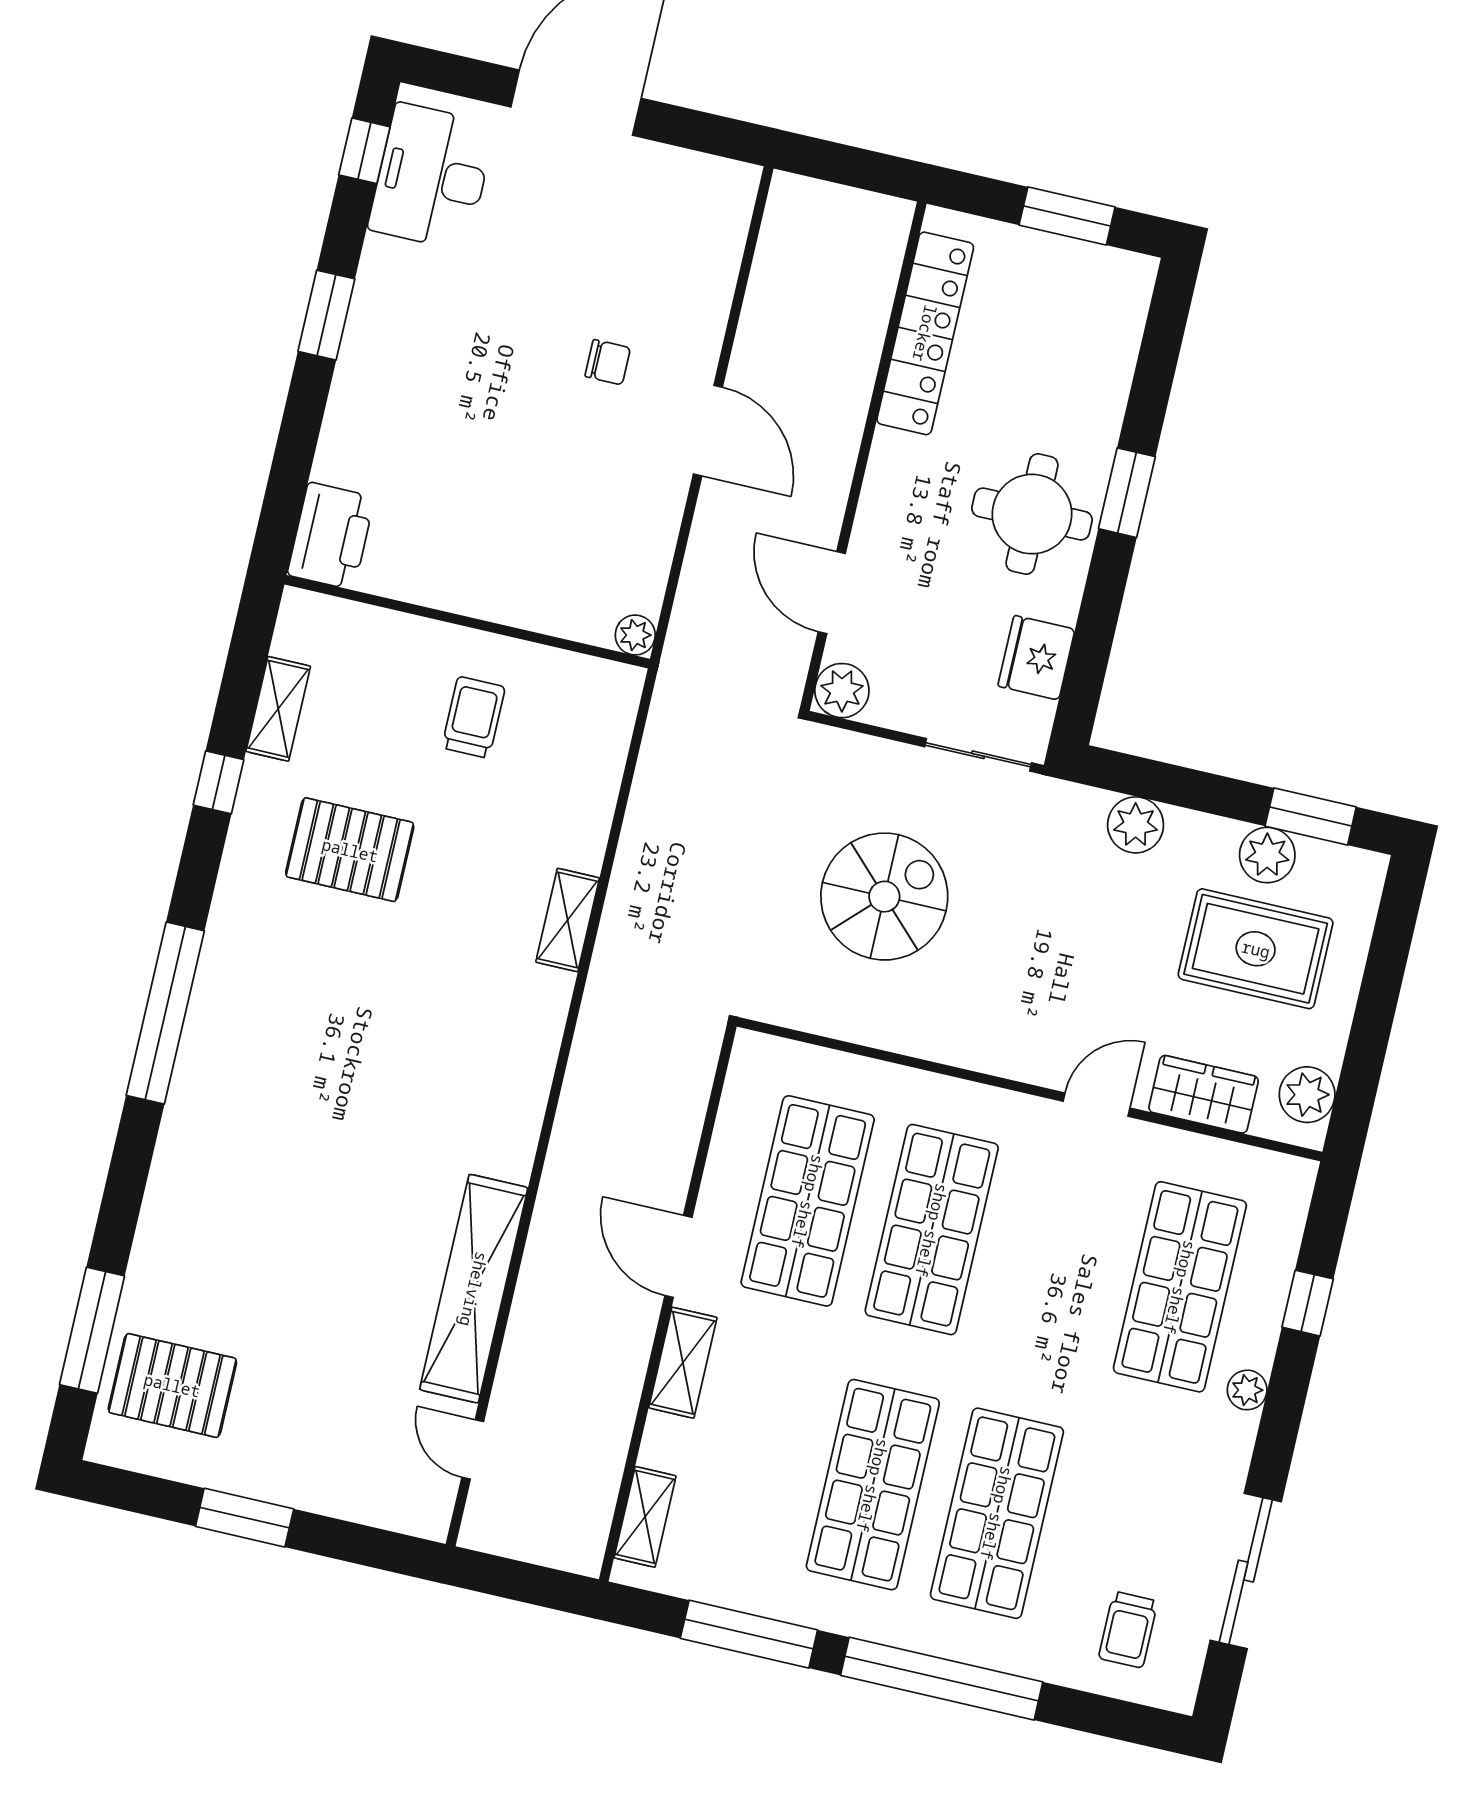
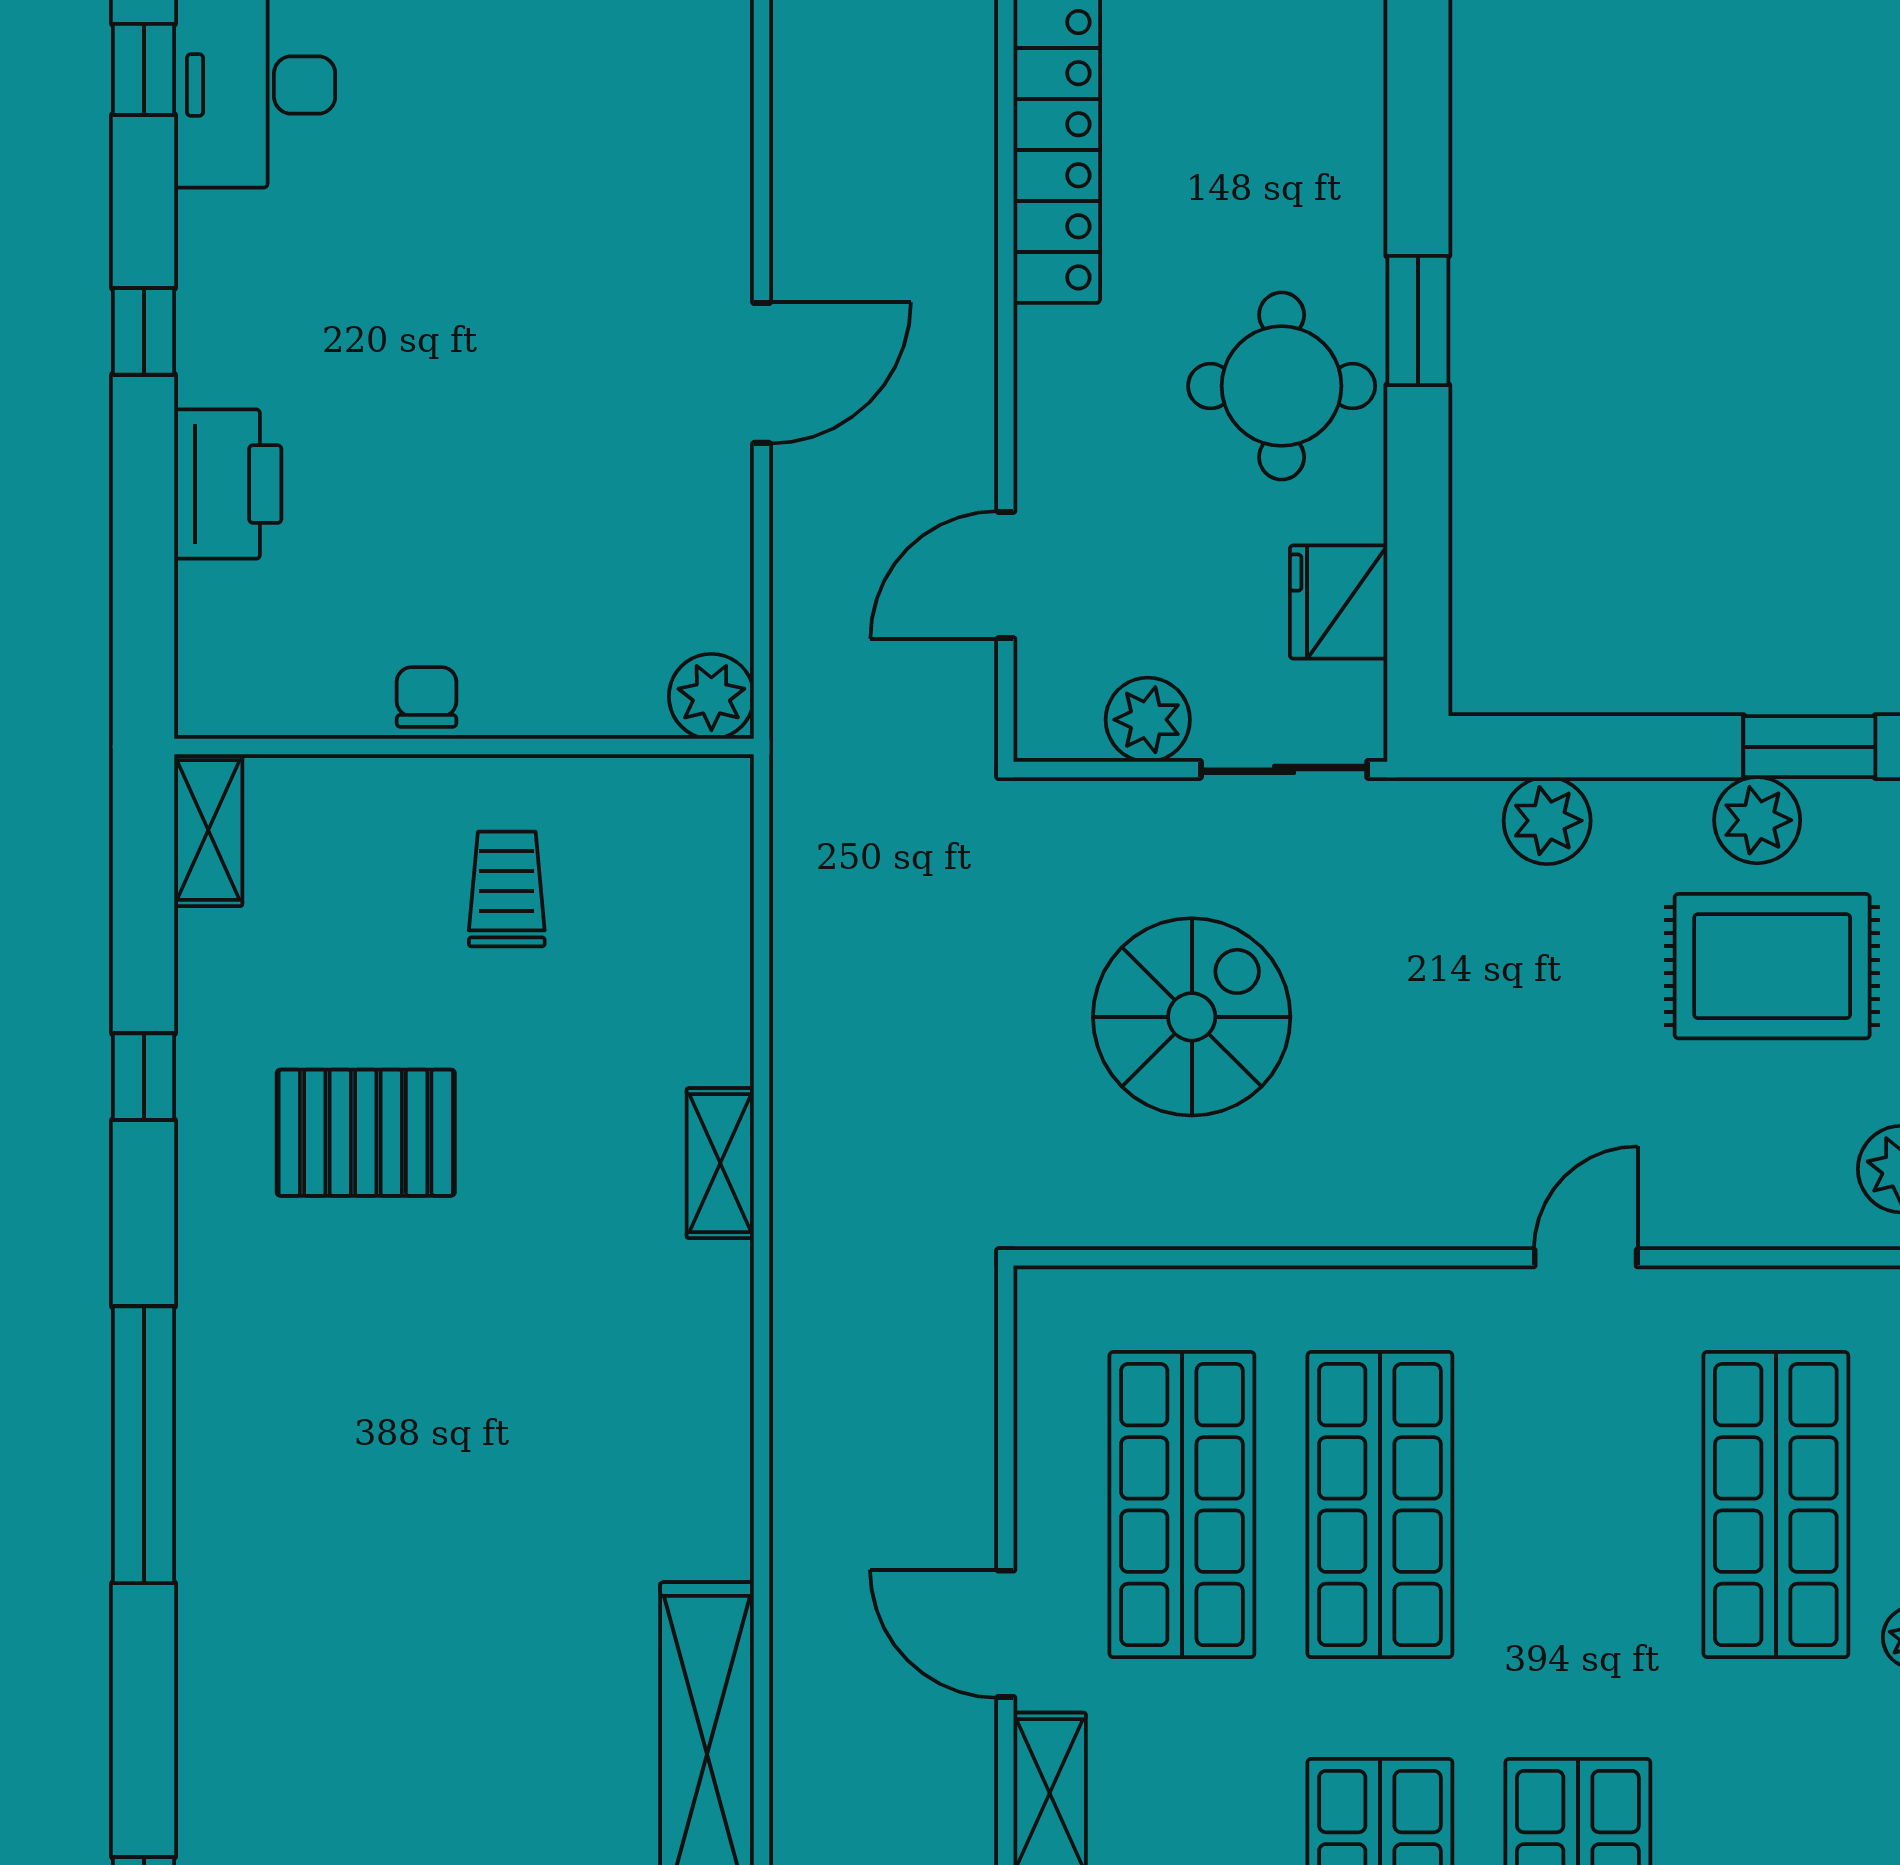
window: (326, 315) -> (144, 331), width x0.67
chair: (608, 362) -> (427, 697), moved, turned -90
door: (708, 431) -> (762, 373), hinge flipped
printer: (331, 536) -> (228, 484), moved
door: (832, 593) -> (1006, 575), hinge flipped
plant: (635, 635) -> (711, 696), width x1.38, depth x1.38
plant: (842, 691) -> (1148, 720), moved
shelving: (278, 709) -> (208, 830), moved
wardrobe: (1204, 1094) -> (1744, 1205), removed

